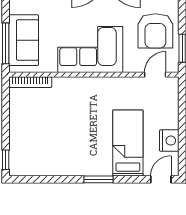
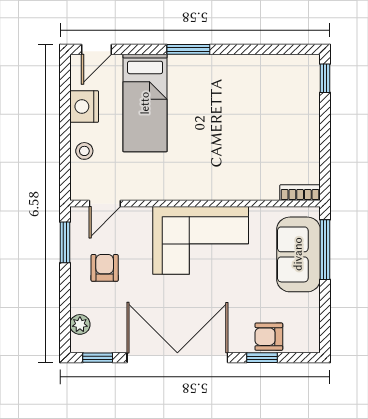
armchair: (155, 31) -> (105, 268), width x0.53, depth x0.53
bookcase: (30, 82) -> (300, 193), width x0.64
stool: (169, 110) -> (84, 151), added

